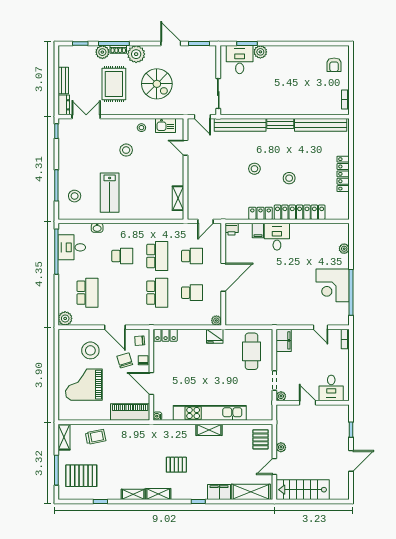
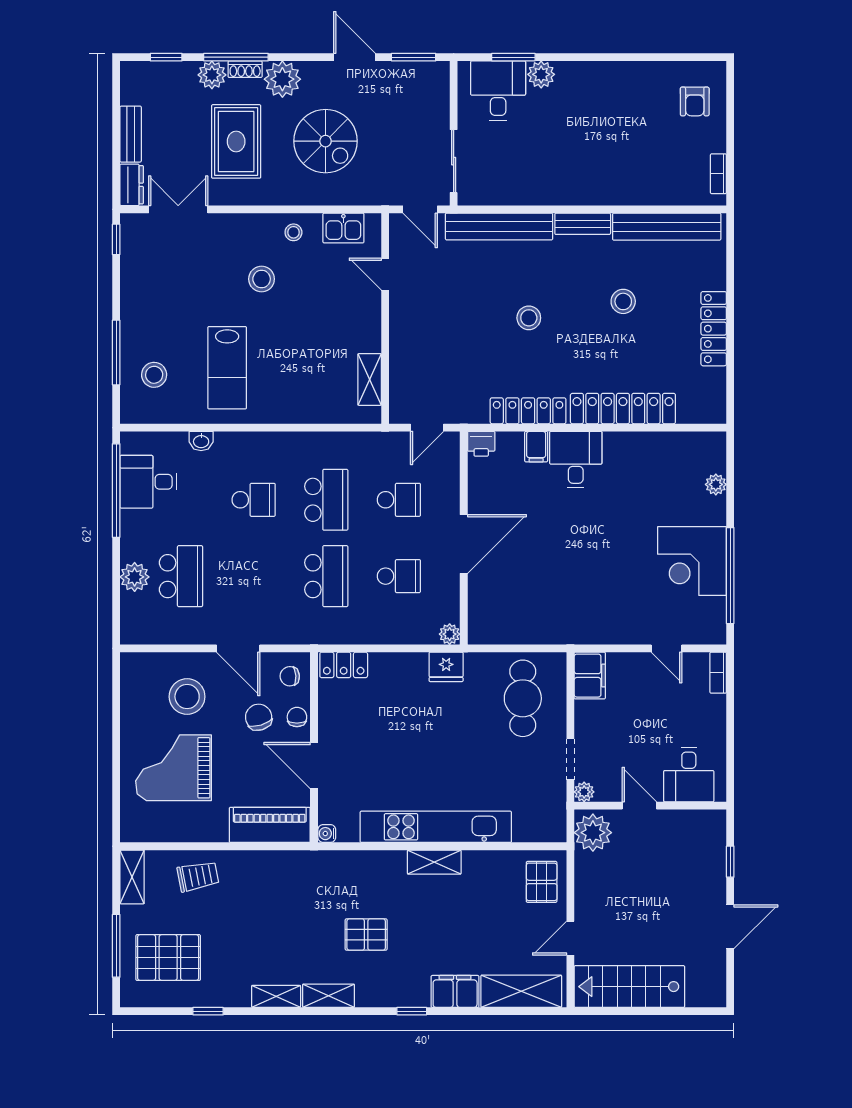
stool: (289, 178) -> (623, 301), moved
locker: (261, 213) -> (528, 411), width x1.53
plant: (65, 318) -> (135, 577), moved
plant: (281, 447) -> (593, 833), moved, width x1.87, depth x1.87

